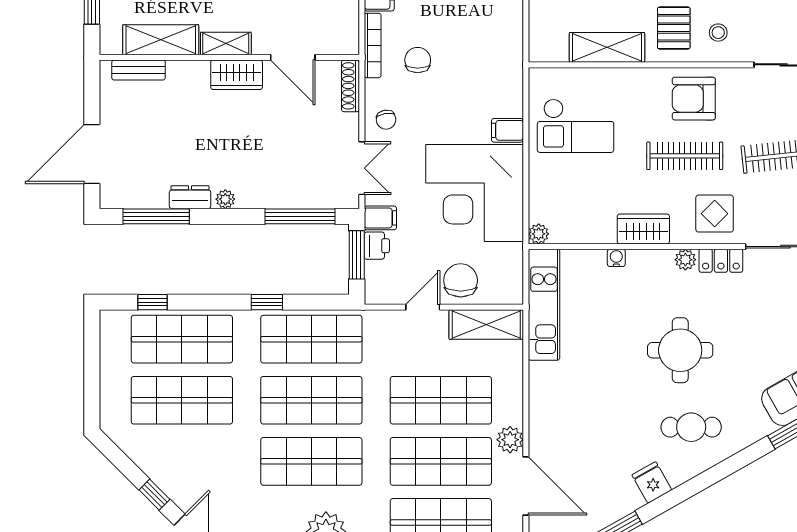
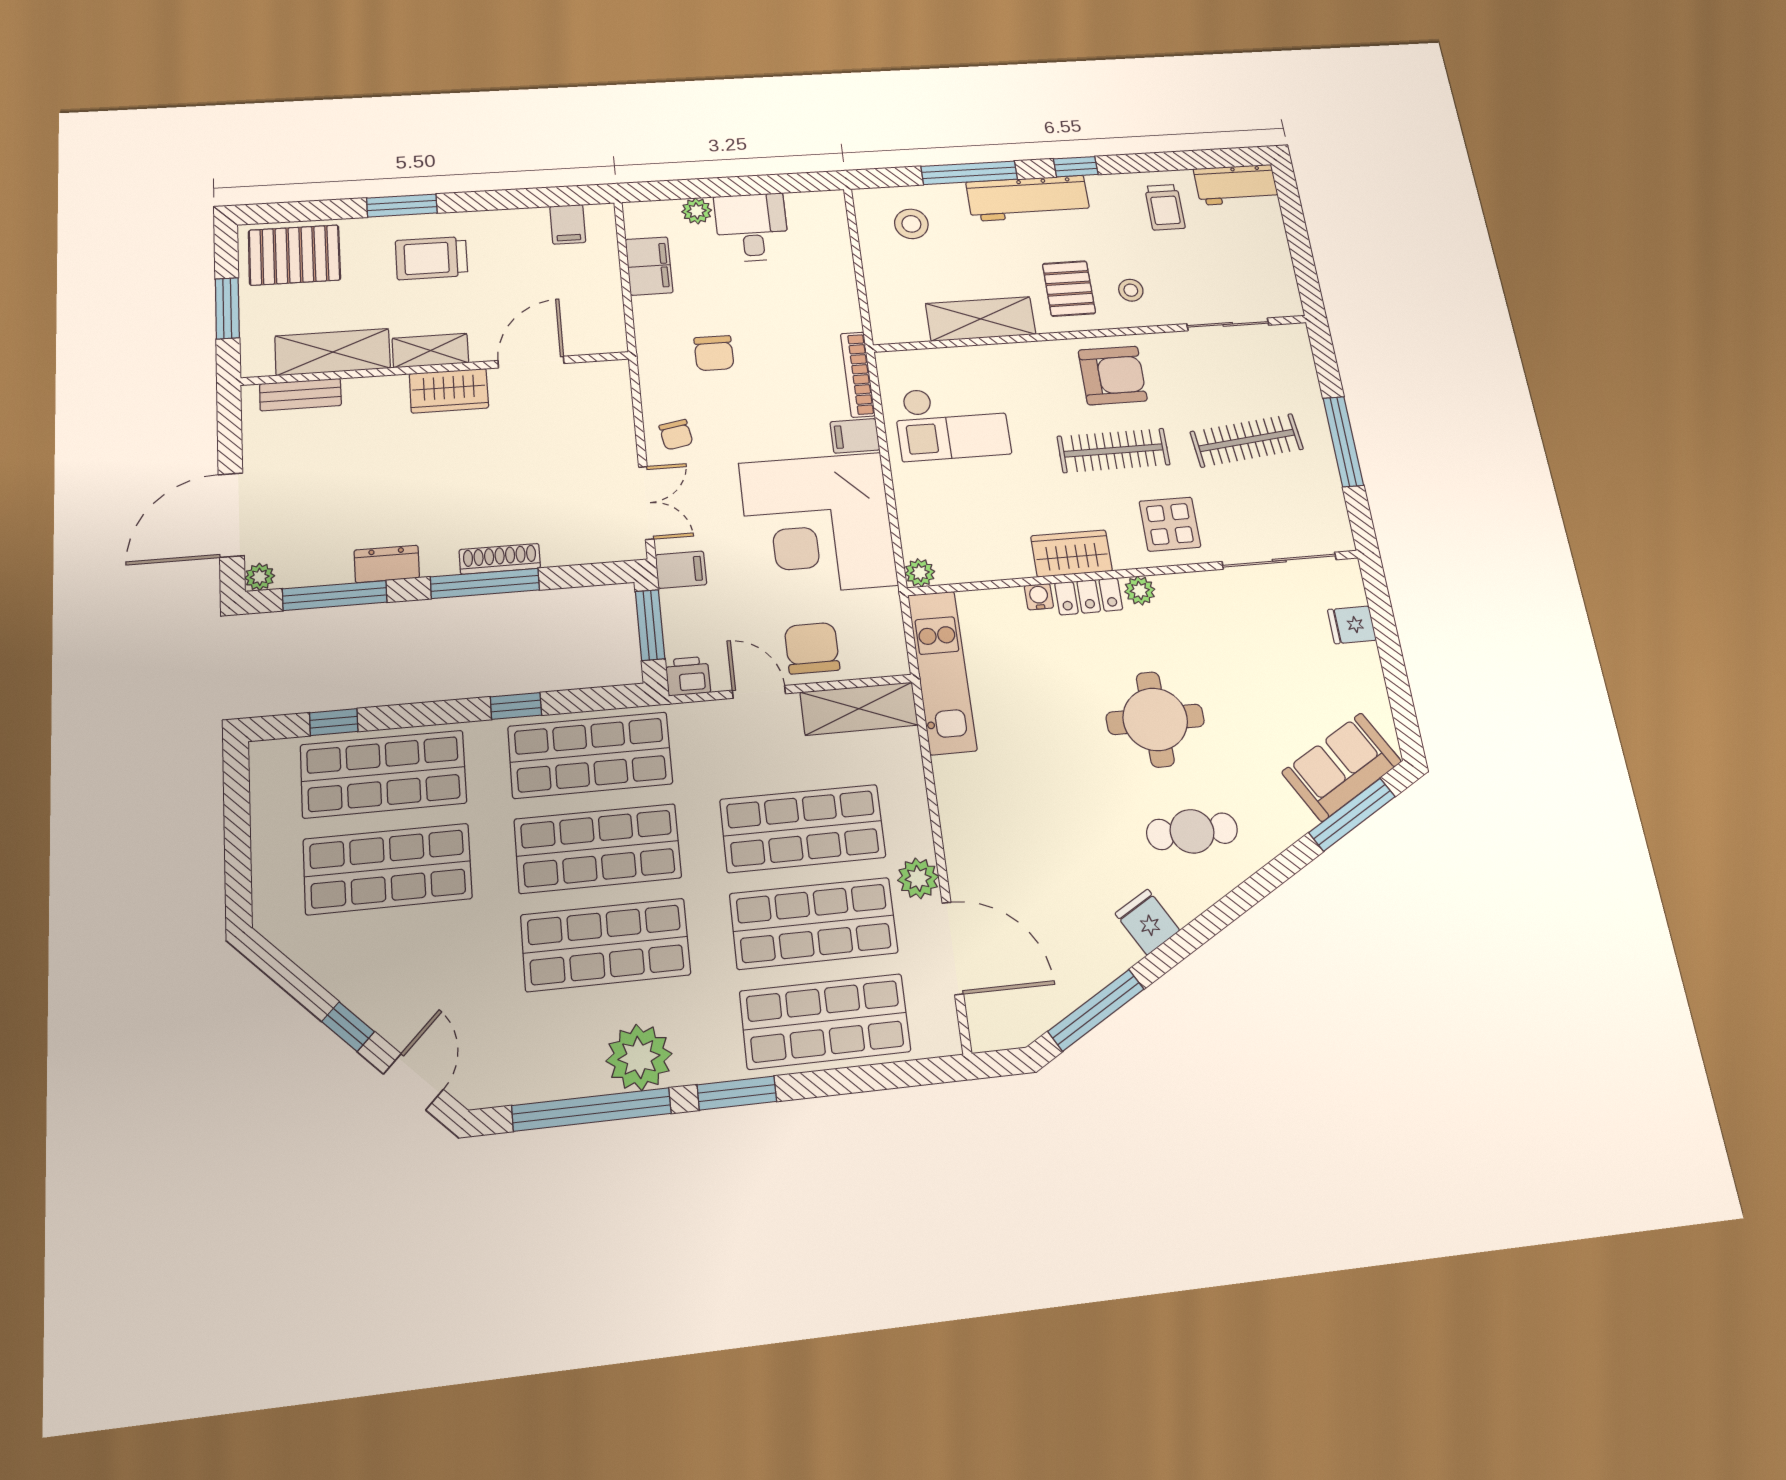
bookcase: (373, 45) -> (858, 375), moved, turned 180
door: (293, 57) -> (531, 362), swing flipped
chair: (418, 60) -> (714, 353), turned 180
shoe rack: (350, 86) -> (500, 559), moved, turned 90
armchair: (694, 99) -> (1113, 375), turned 180
plant: (225, 199) -> (260, 577), moved
window: (300, 216) -> (485, 583), moved
printer: (377, 246) -> (688, 676), moved, turned -90
locker: (721, 261) -> (1089, 596), moved
door: (423, 307) -> (759, 692), hinge flipped

